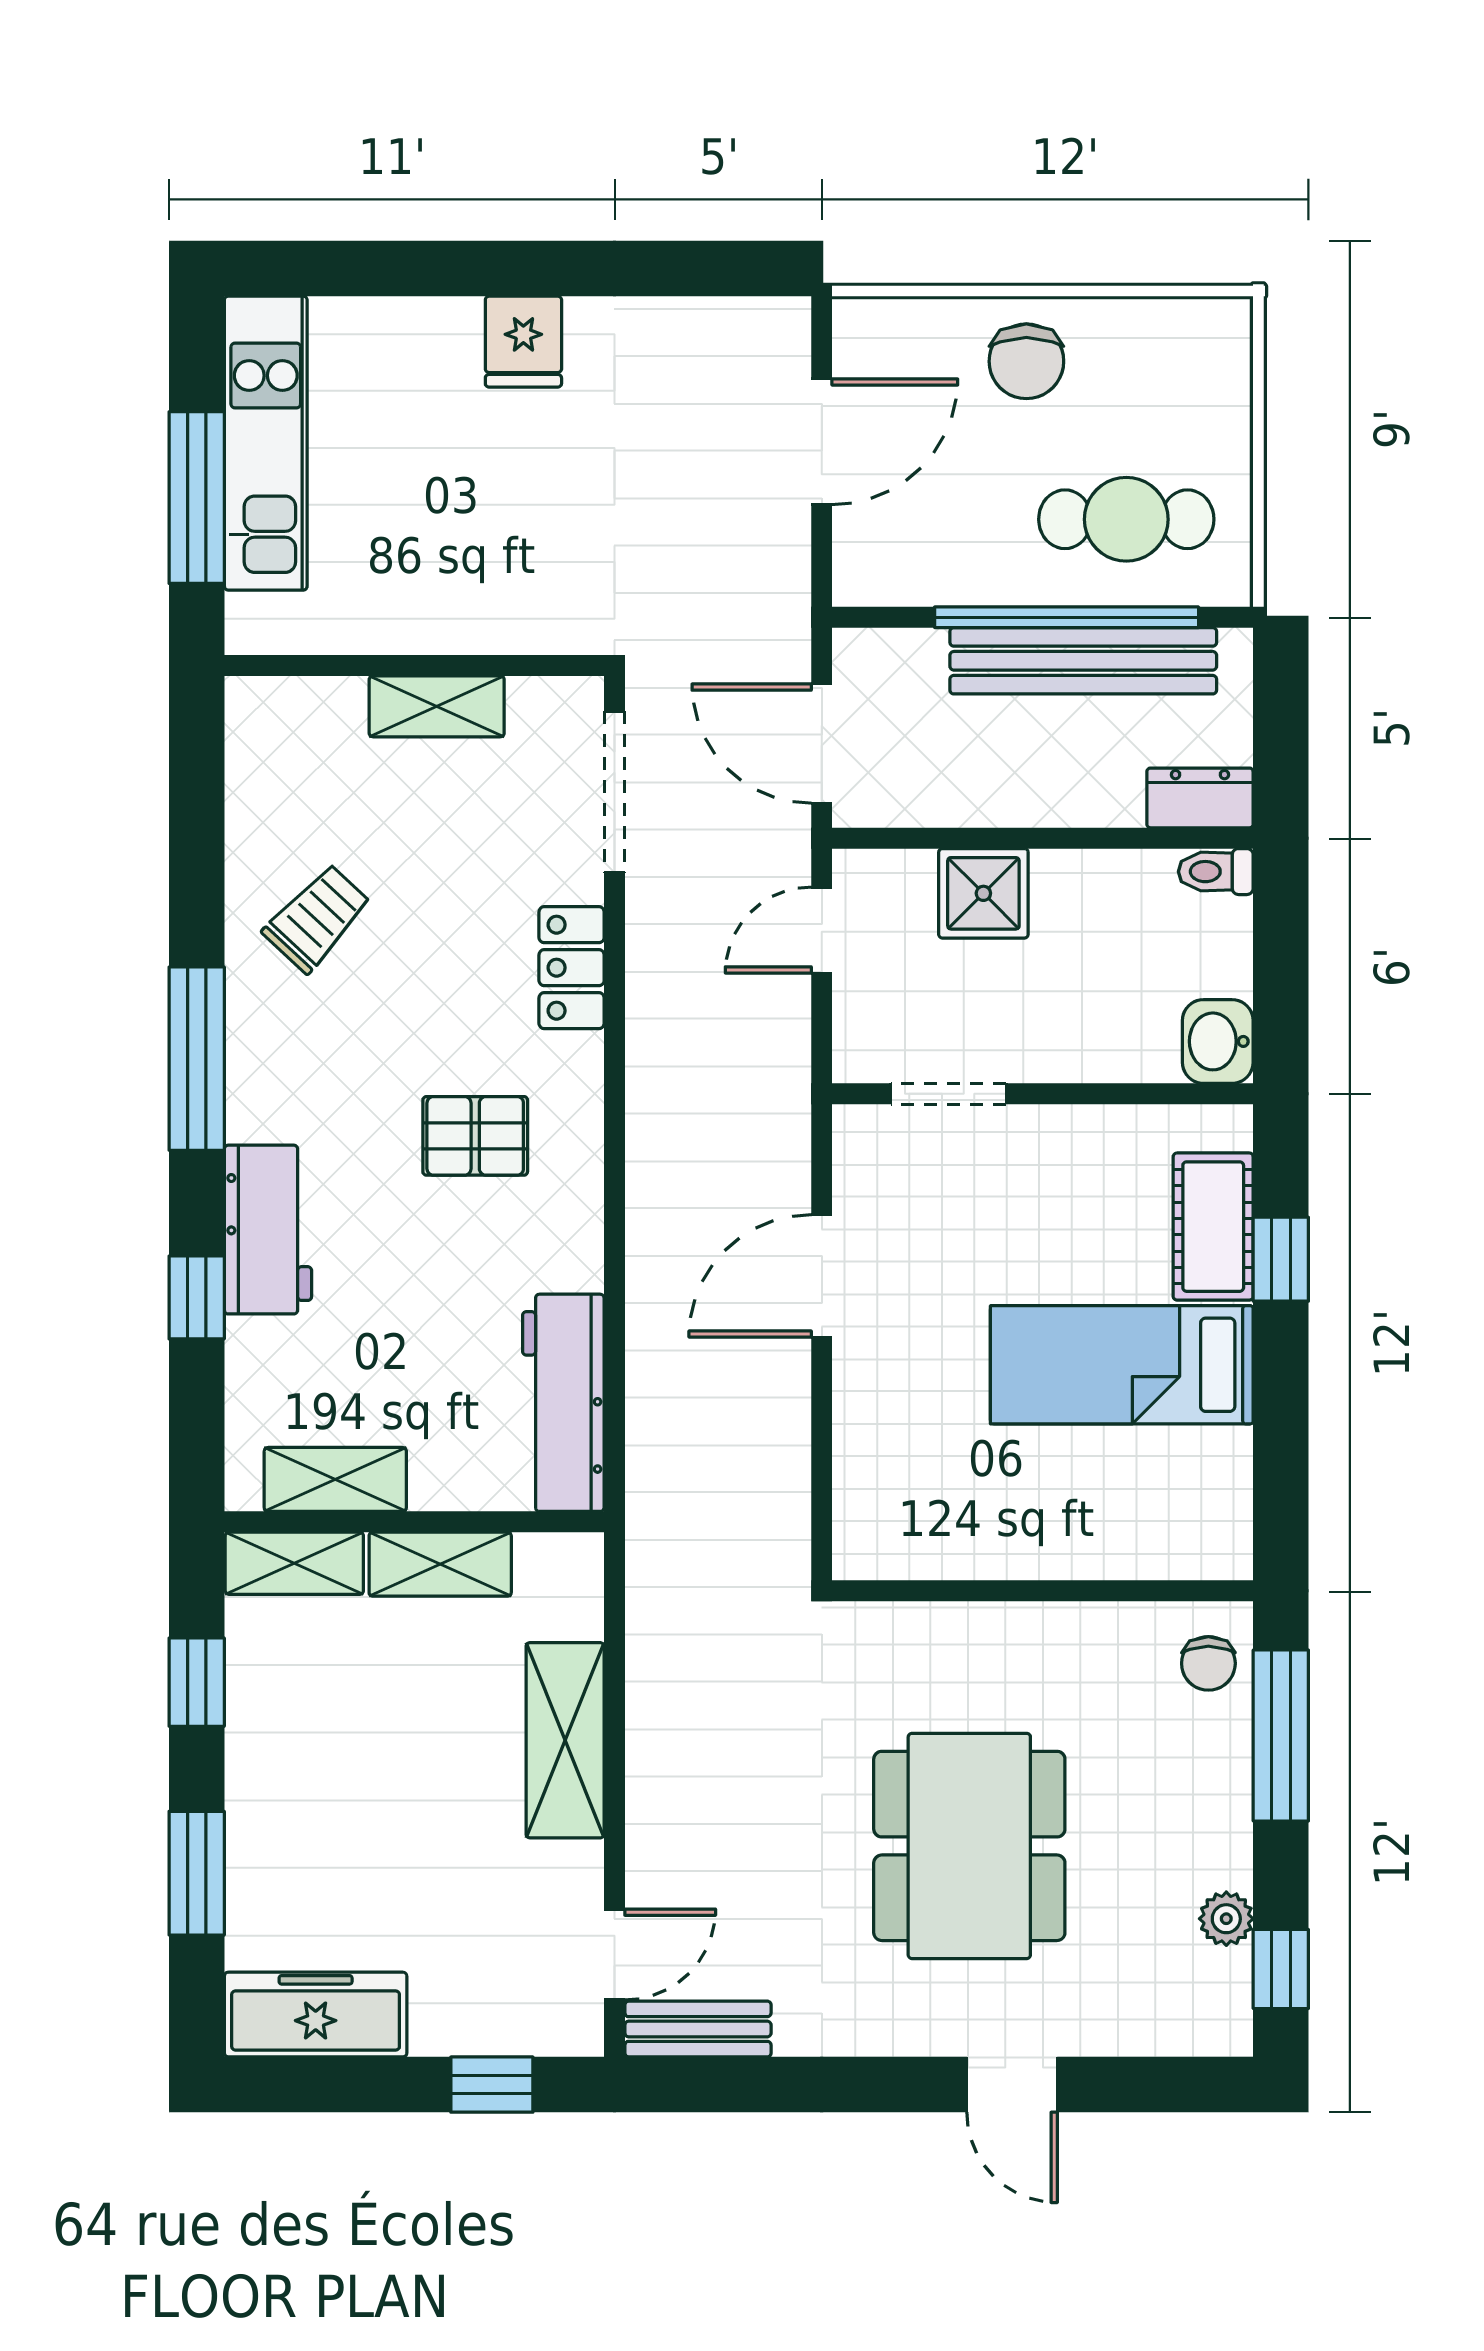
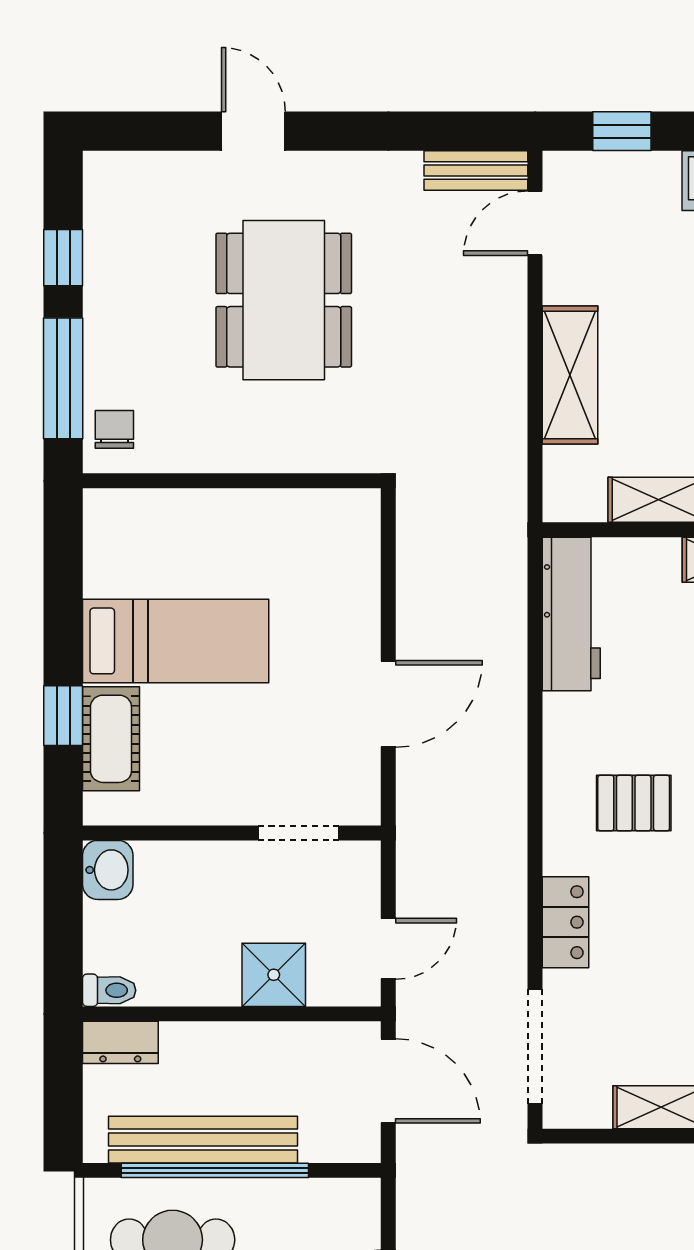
plant: (1226, 1919) -> (102, 249), removed
window: (1281, 1969) -> (63, 258), moved

